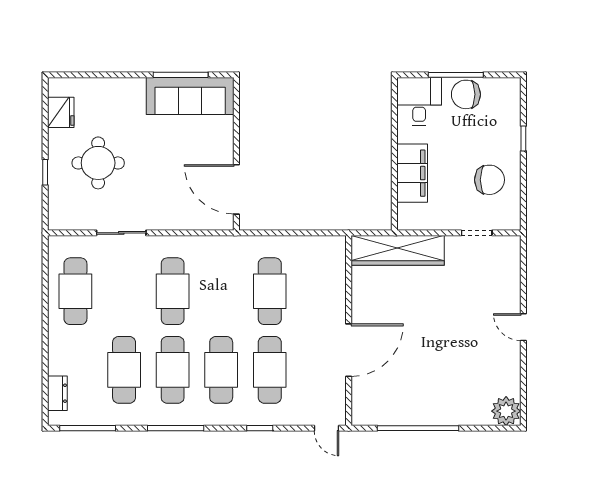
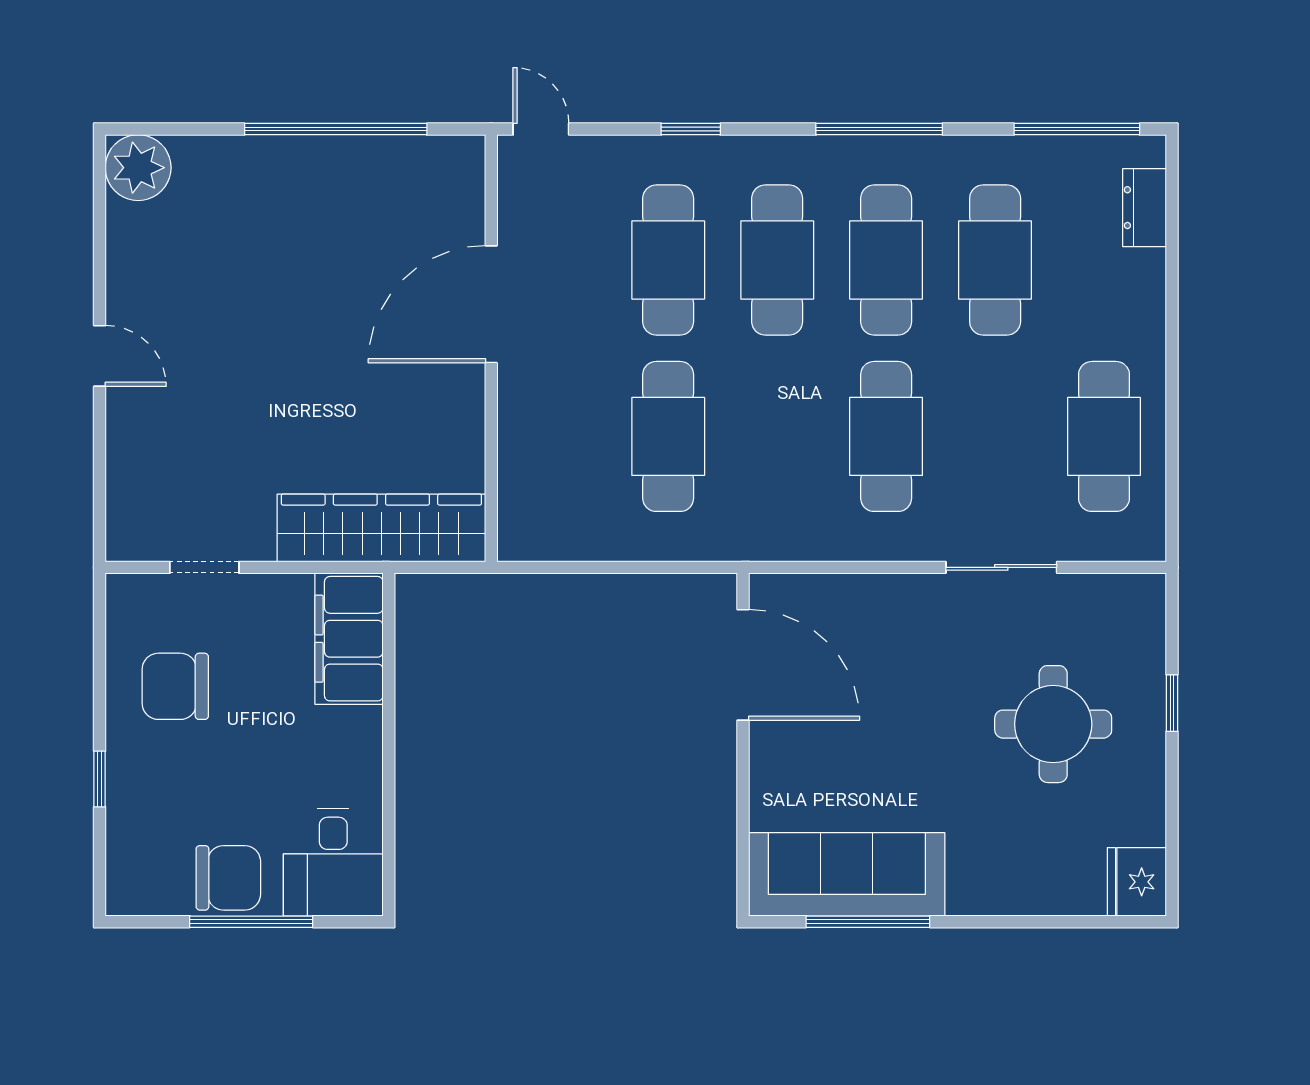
fridge: (61, 112) -> (1137, 882), moved
filing cabinet: (412, 173) -> (349, 639), moved

